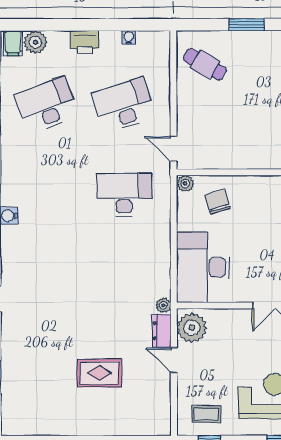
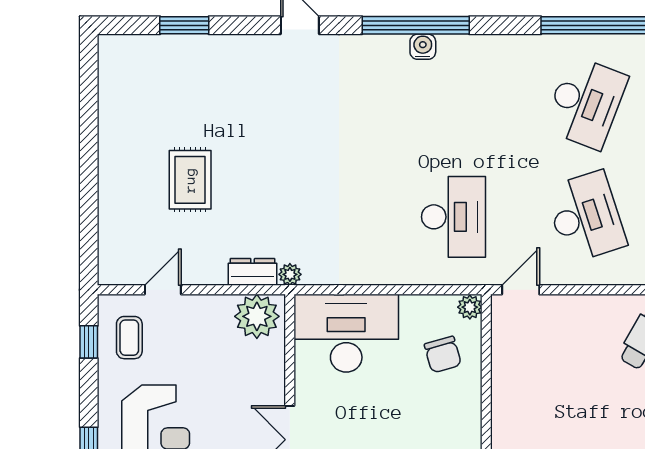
desk: (47, 105) -> (586, 103), turned 42
chair: (217, 202) -> (443, 354), turned 91
door: (174, 360) -> (163, 290), moved

